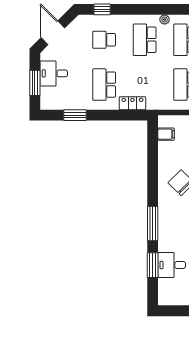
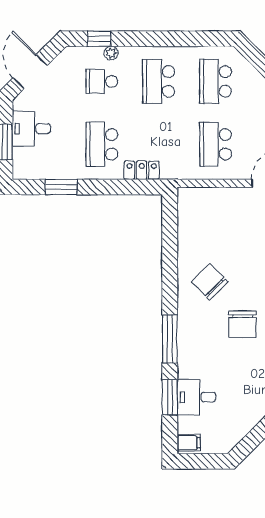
plant: (165, 20) -> (111, 53), moved
filing cabinet: (166, 134) -> (189, 443), moved

